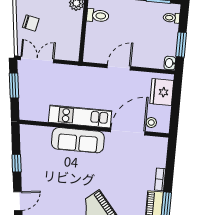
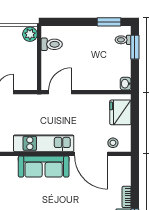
window: (181, 45) -> (135, 47), moved
door: (119, 67) -> (60, 92), moved
door: (128, 132) -> (91, 154), swing flipped

